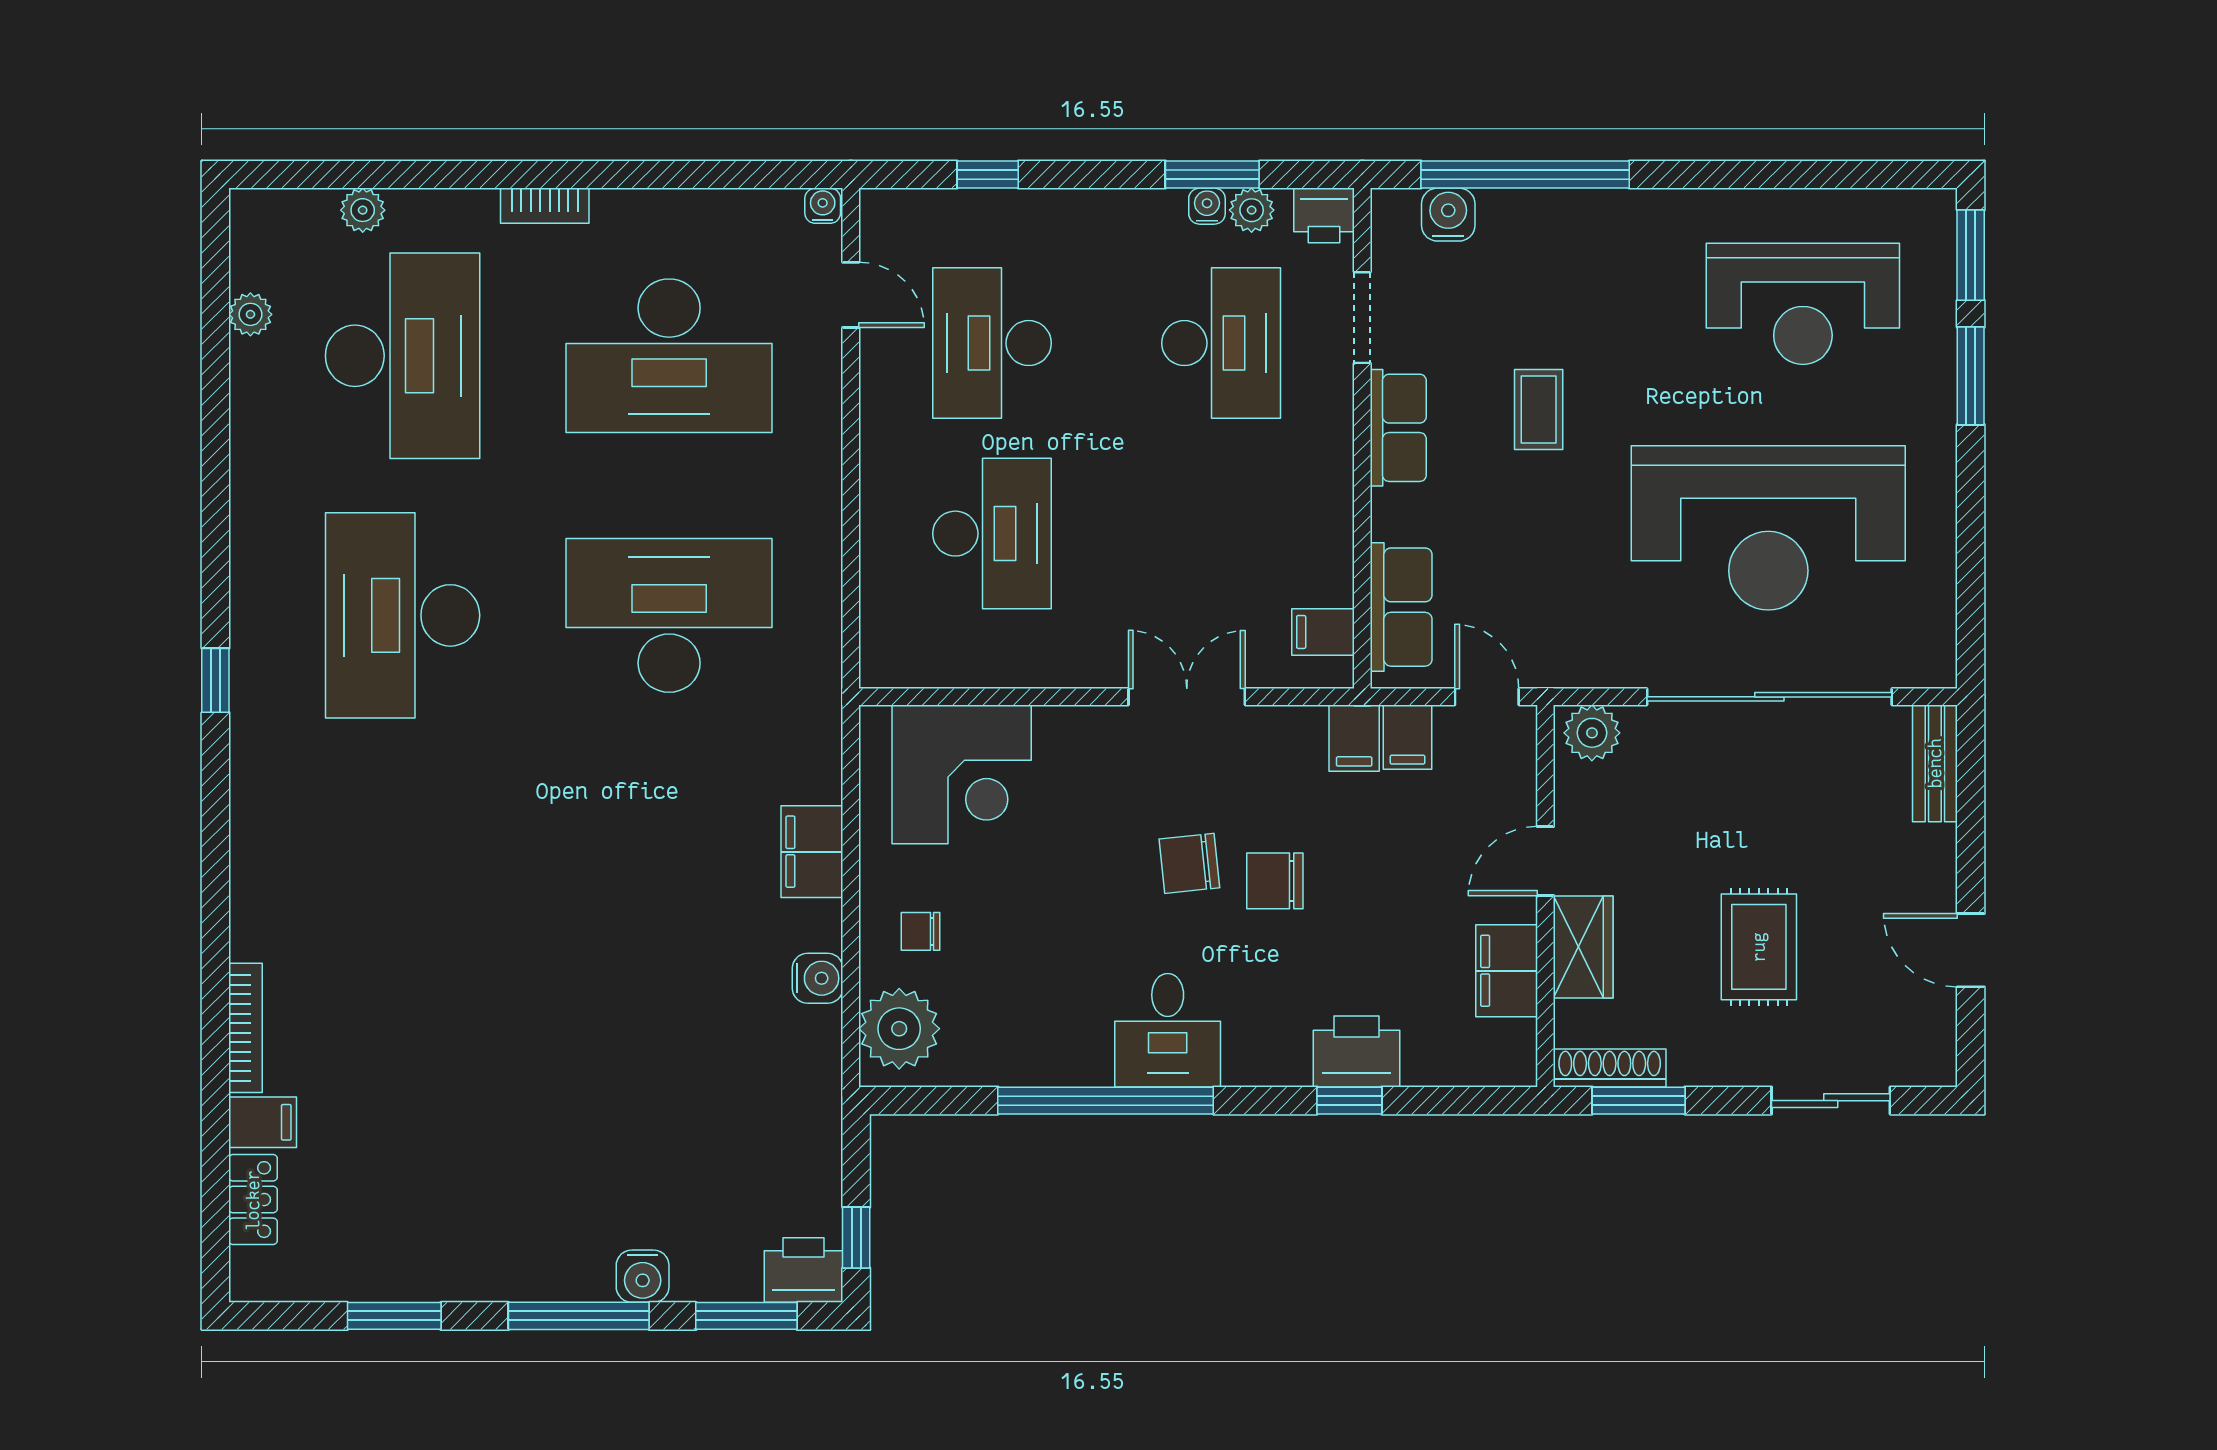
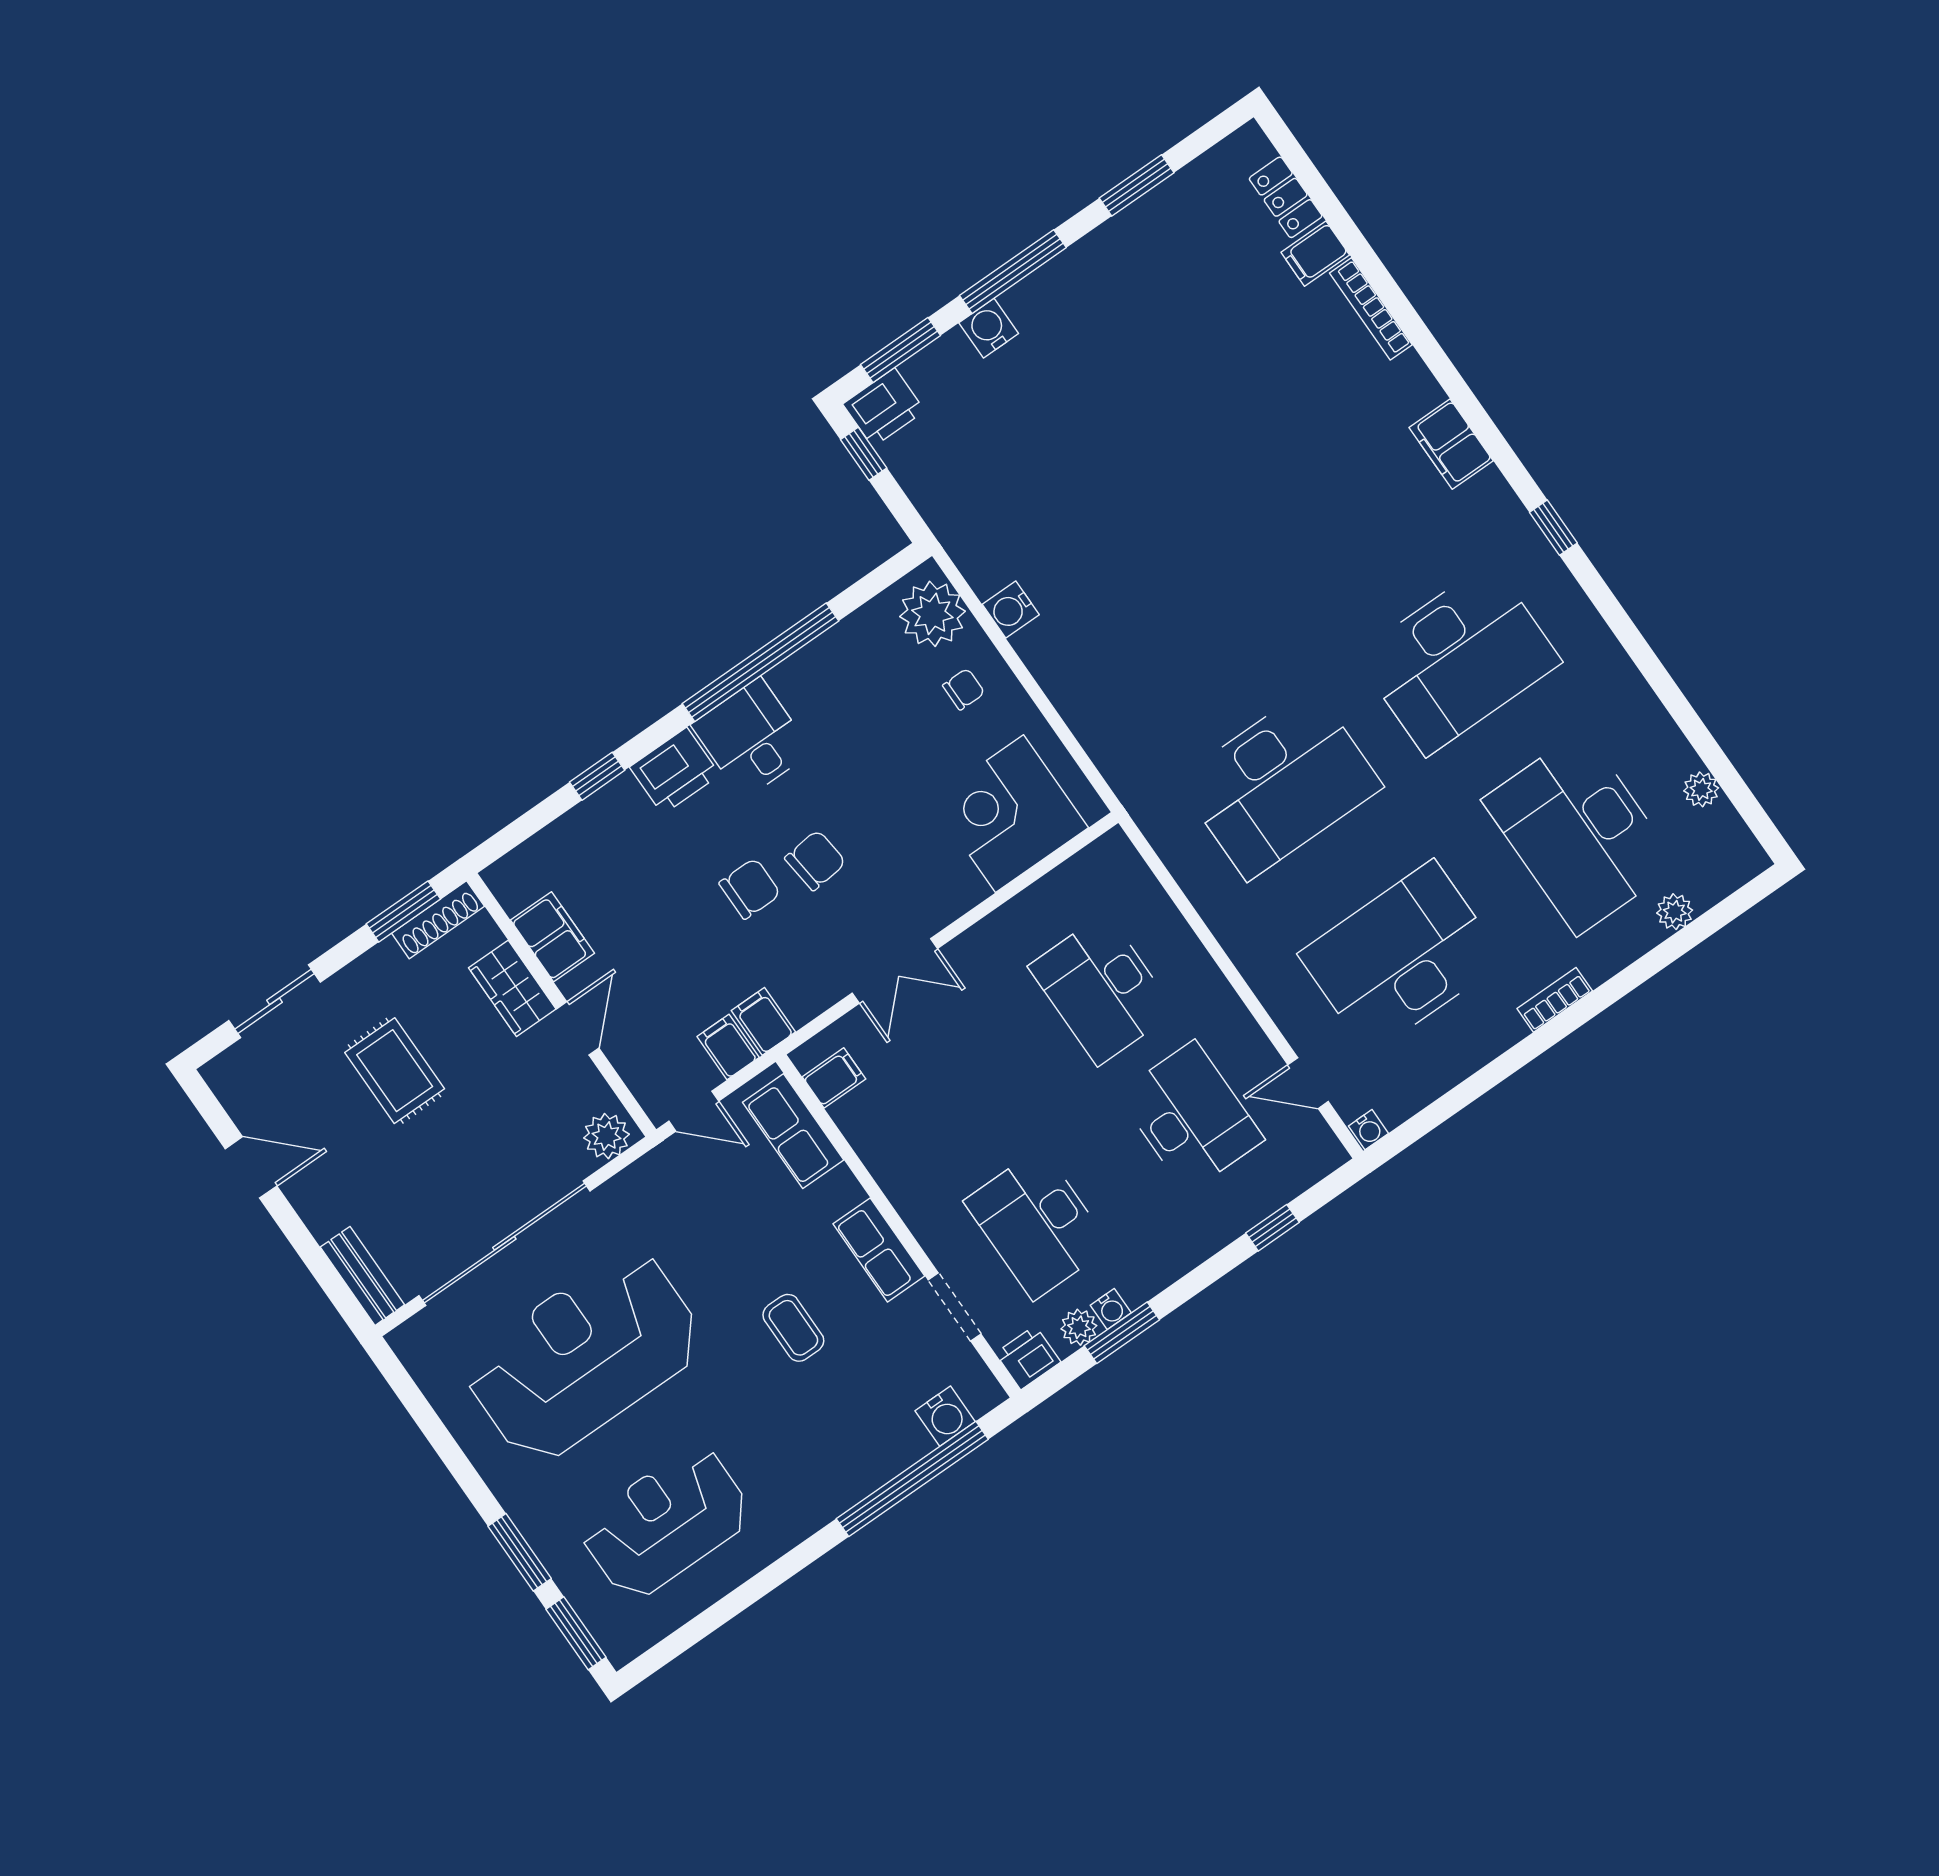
desk: (403, 615) -> (1458, 659), turned 90
filing cabinet: (812, 852) -> (1451, 444), moved, turned 180
printer: (1357, 1051) -> (675, 771), moved

